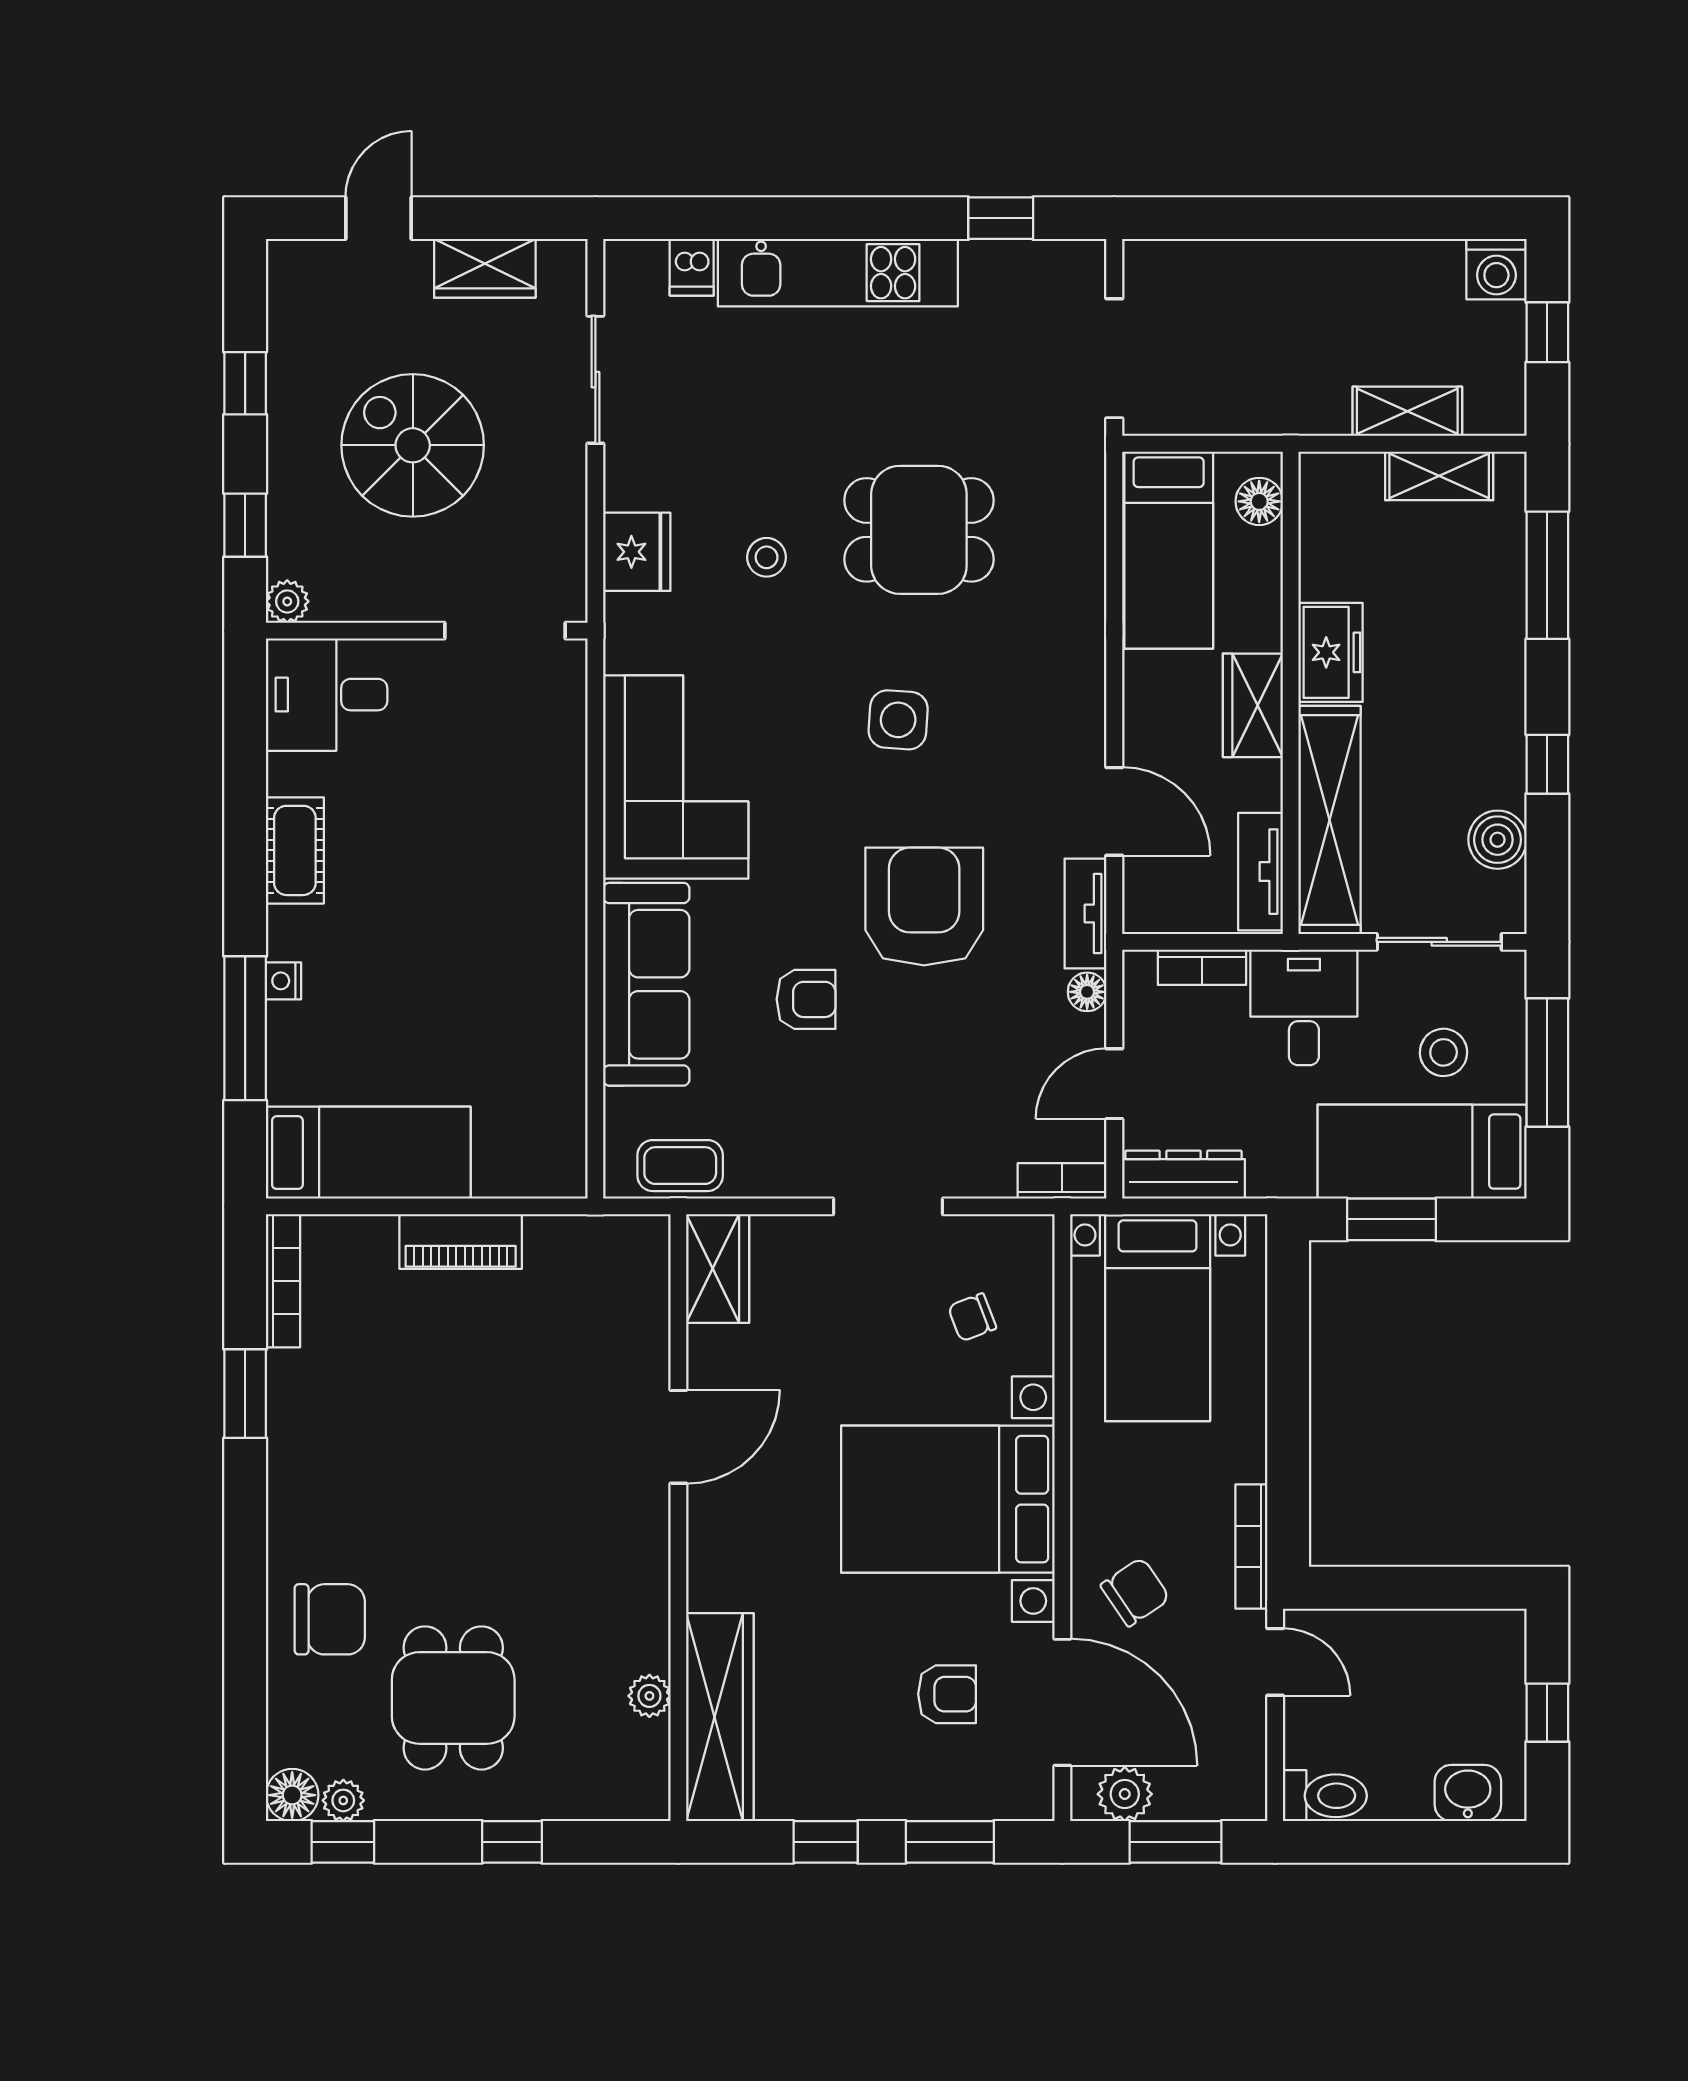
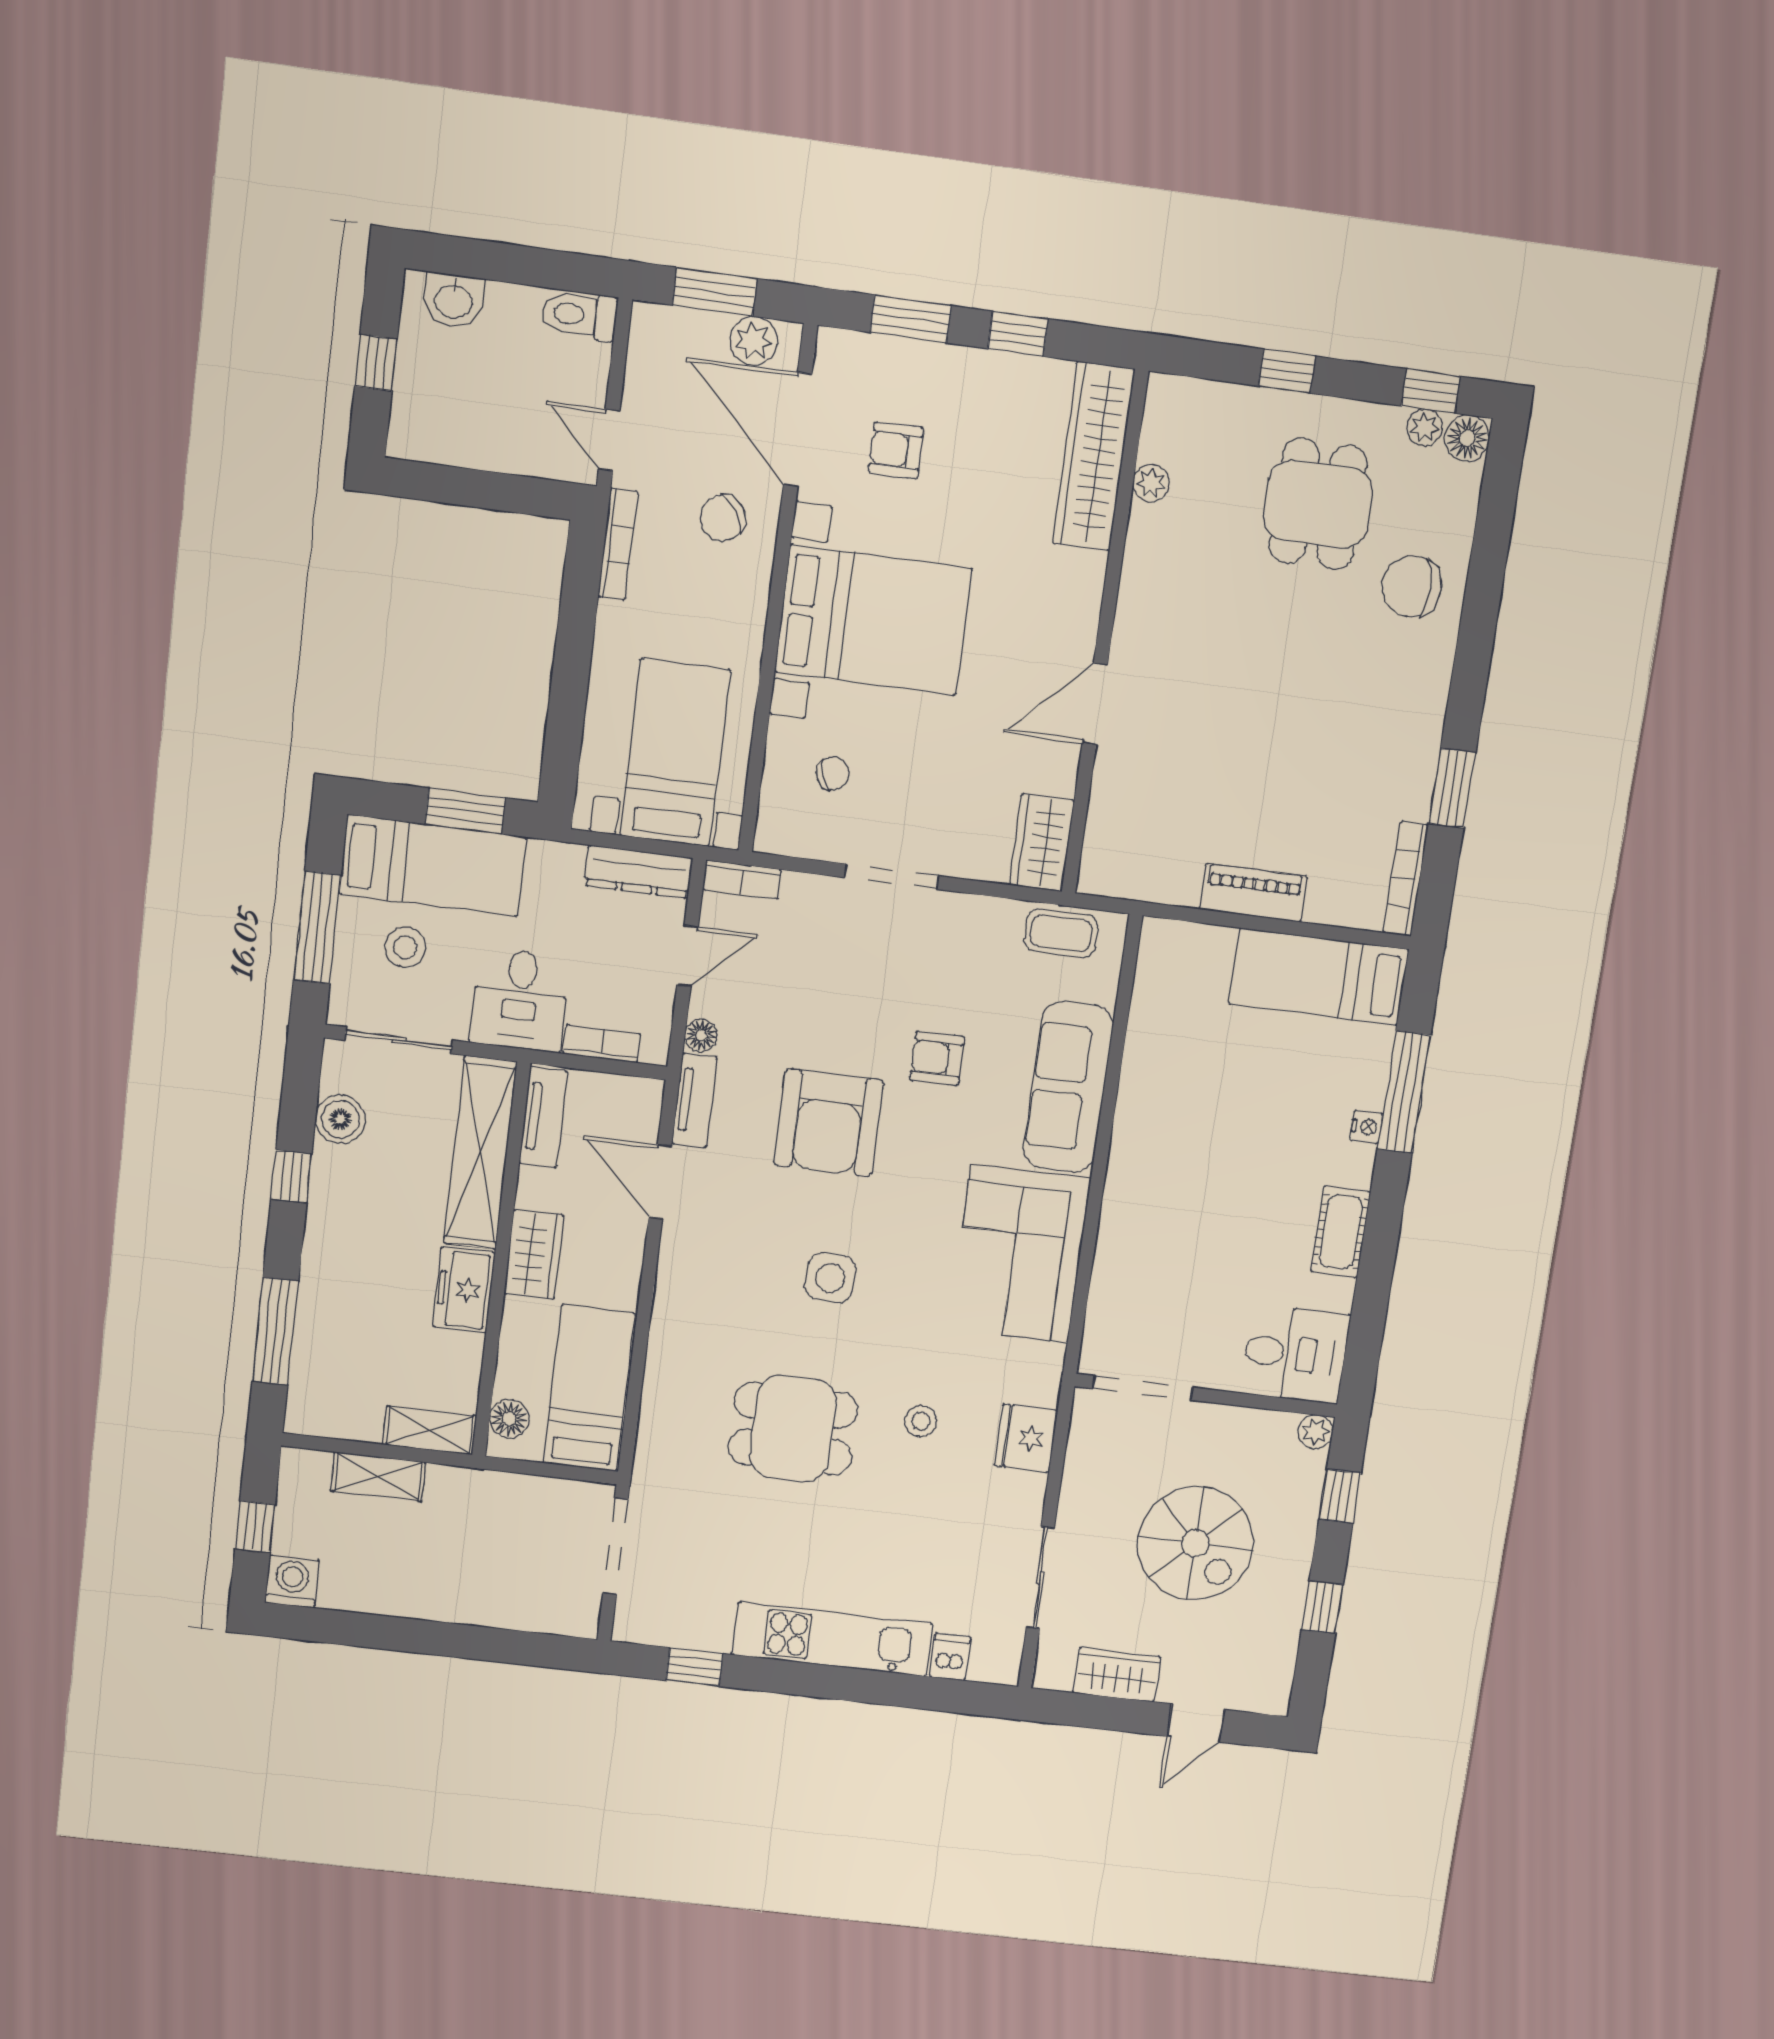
shelving: (1439, 476) -> (430, 1430), moved

